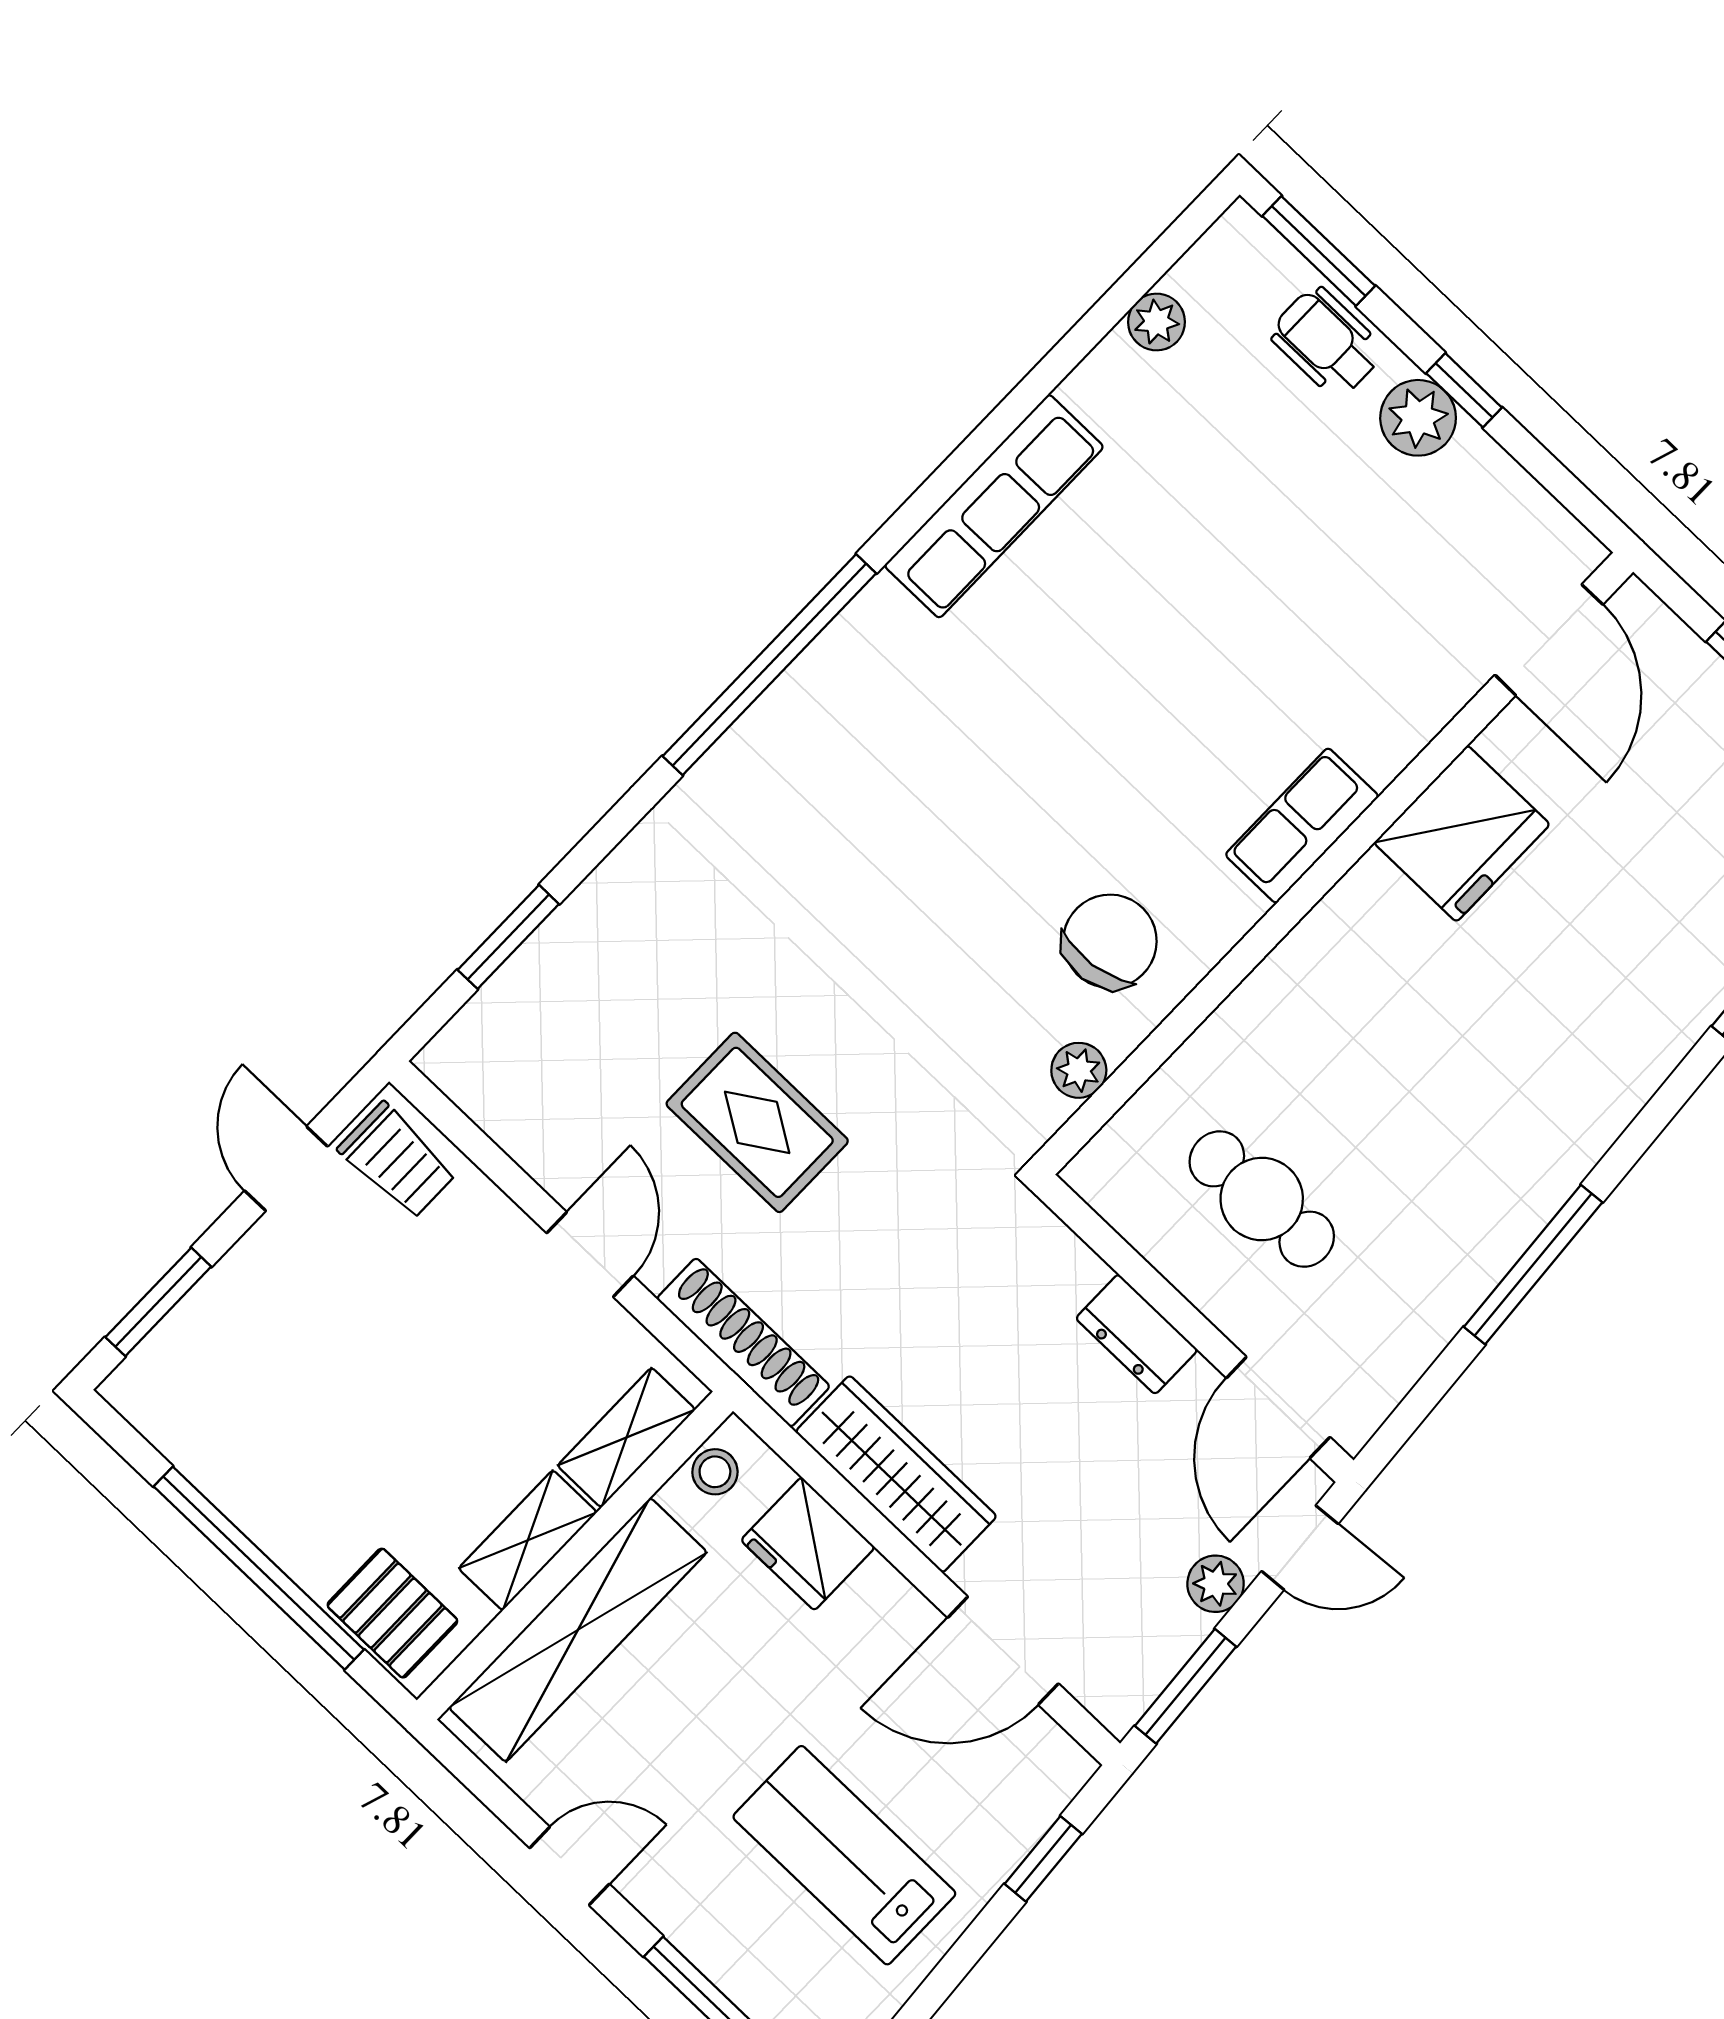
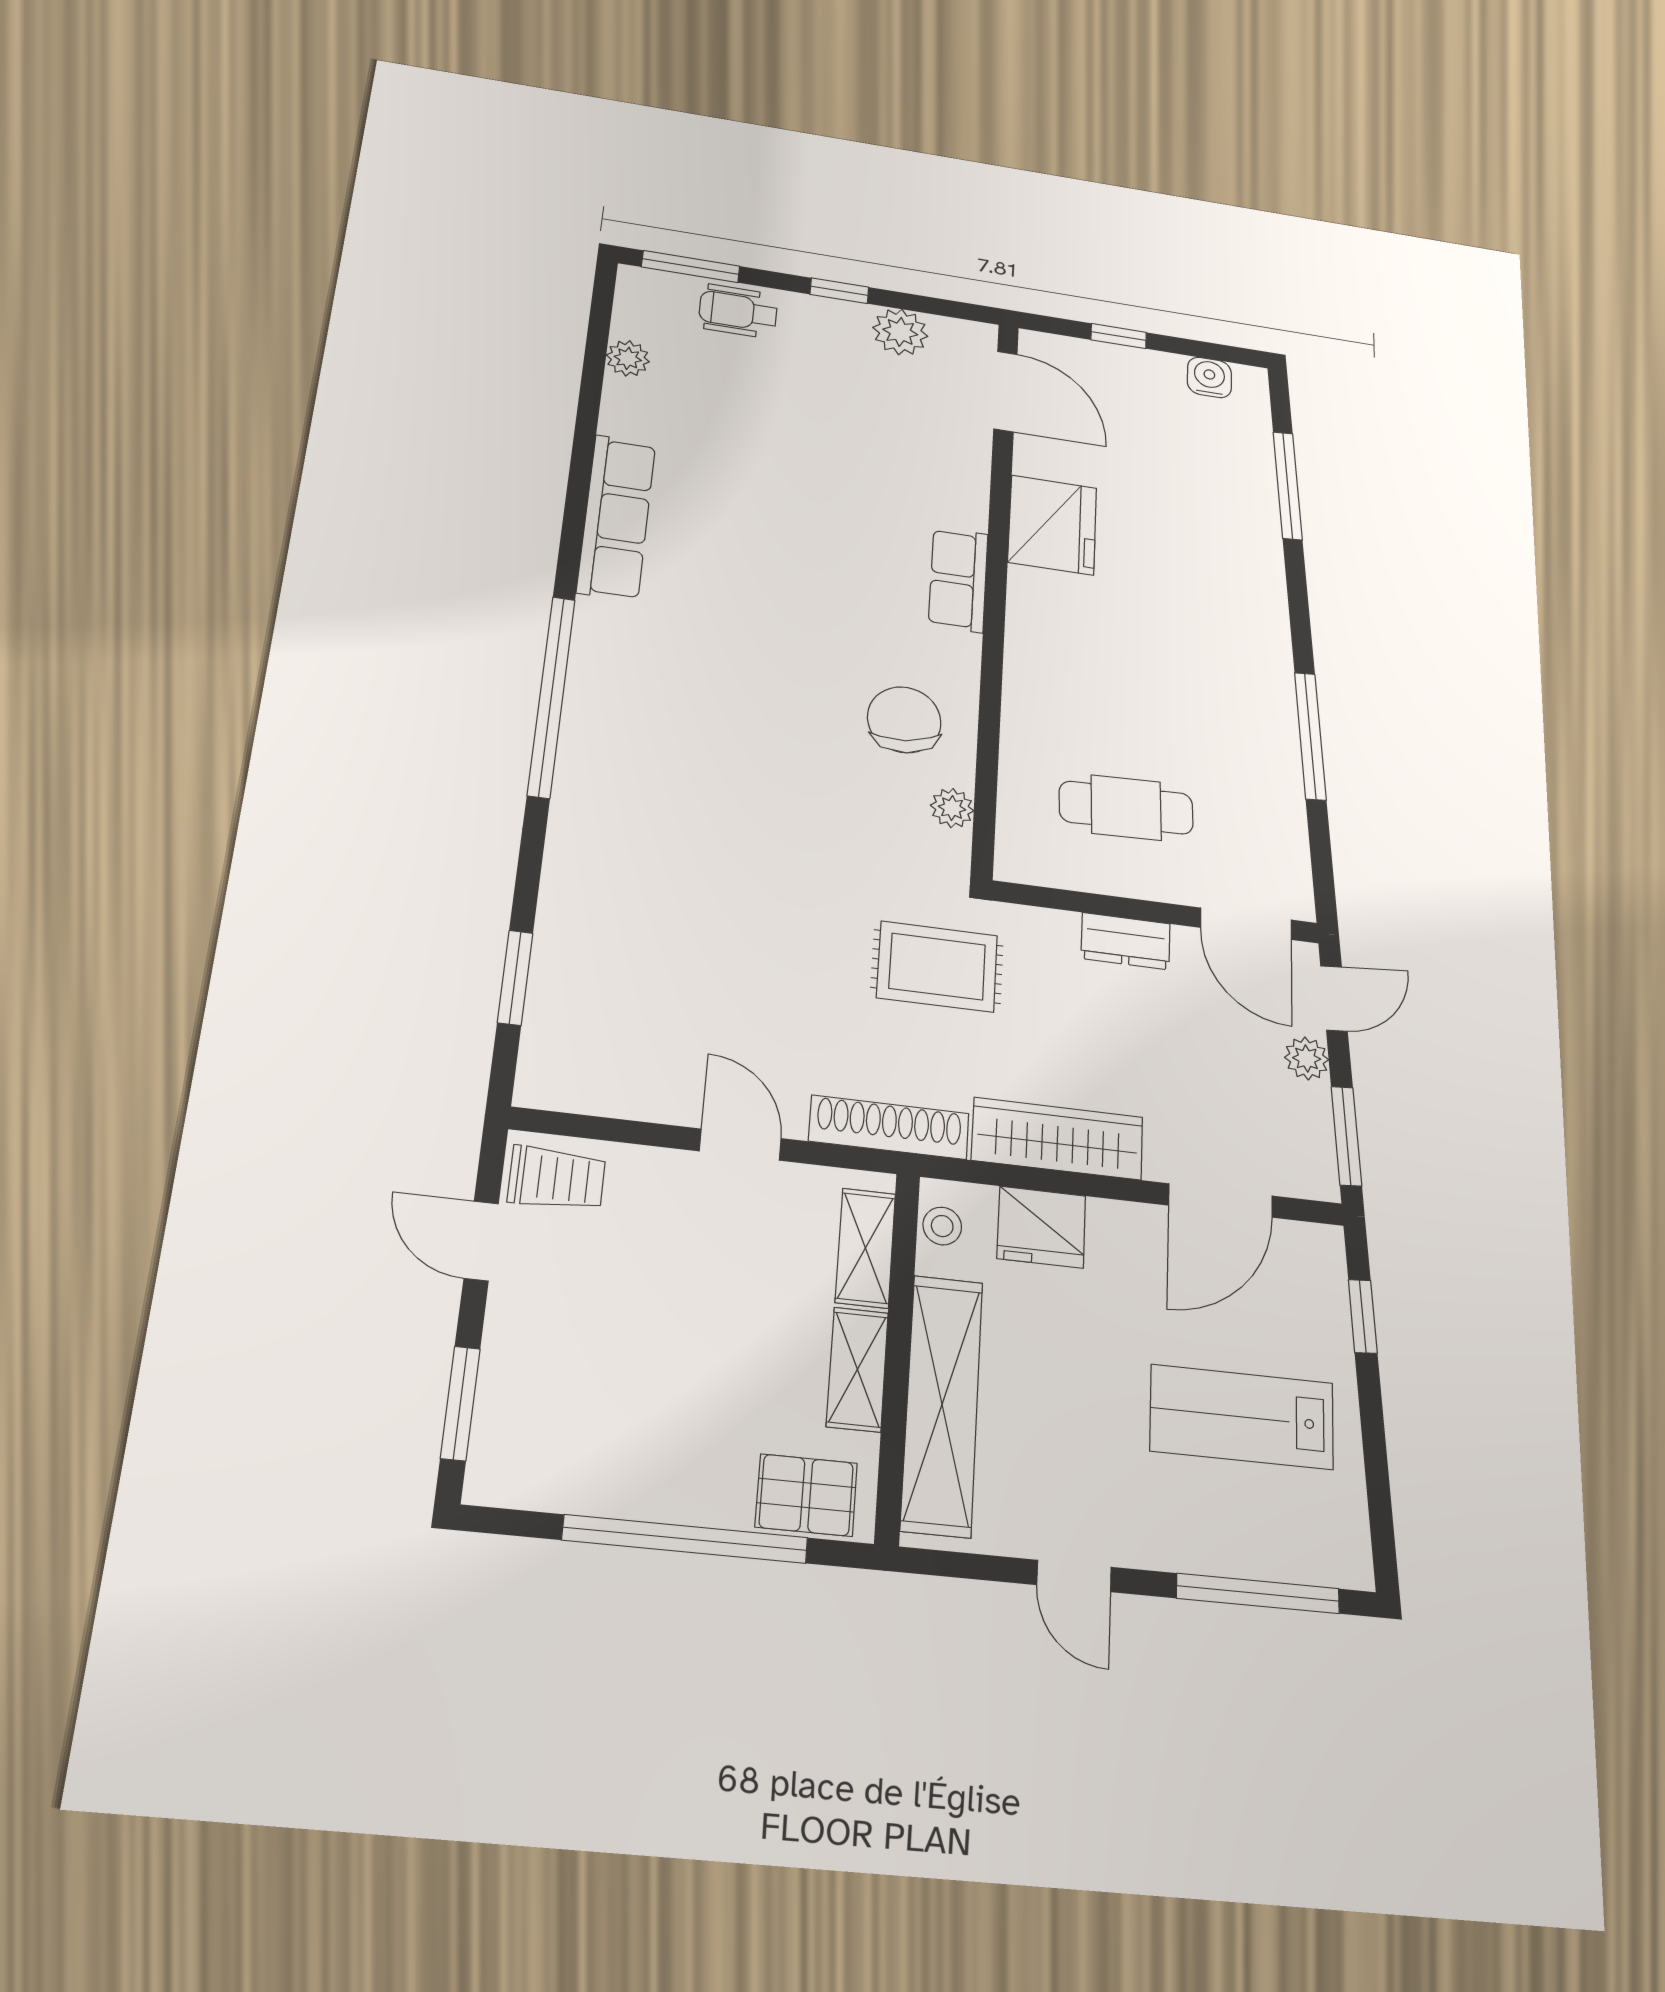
plant: (1418, 418) -> (900, 332), moved
rug: (757, 1122) -> (937, 967), moved
door: (569, 1866) -> (1074, 1576), swing flipped

